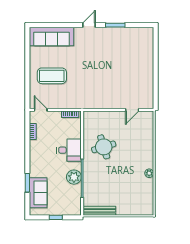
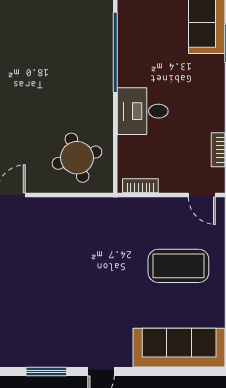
round table: (104, 147) -> (77, 158), moved
plant: (74, 177) -> (132, 55), removed

